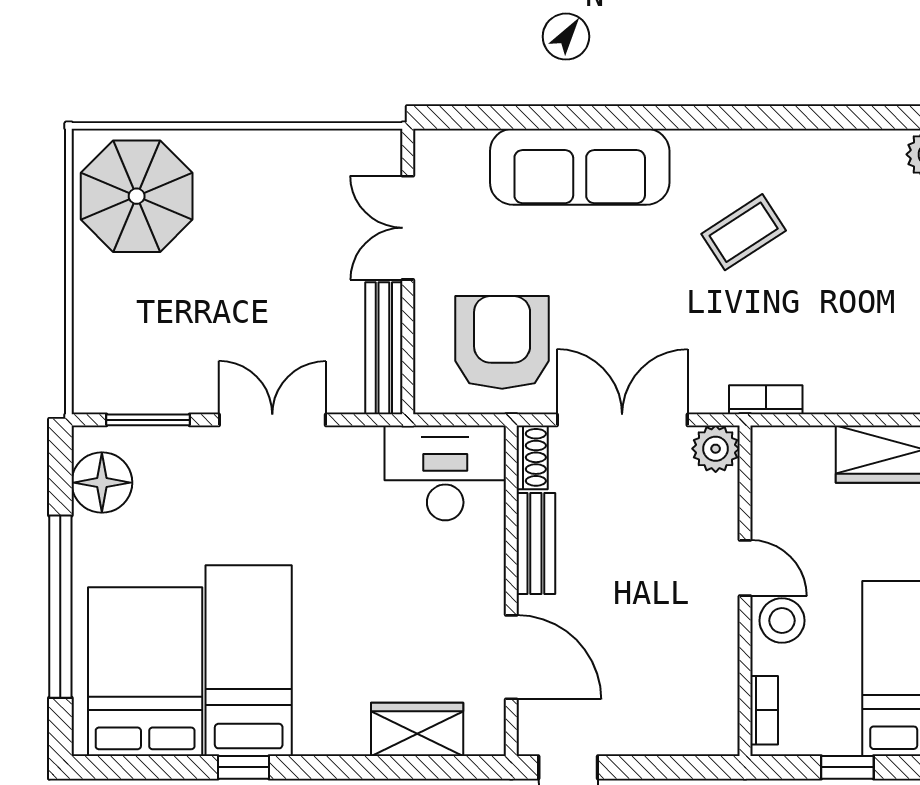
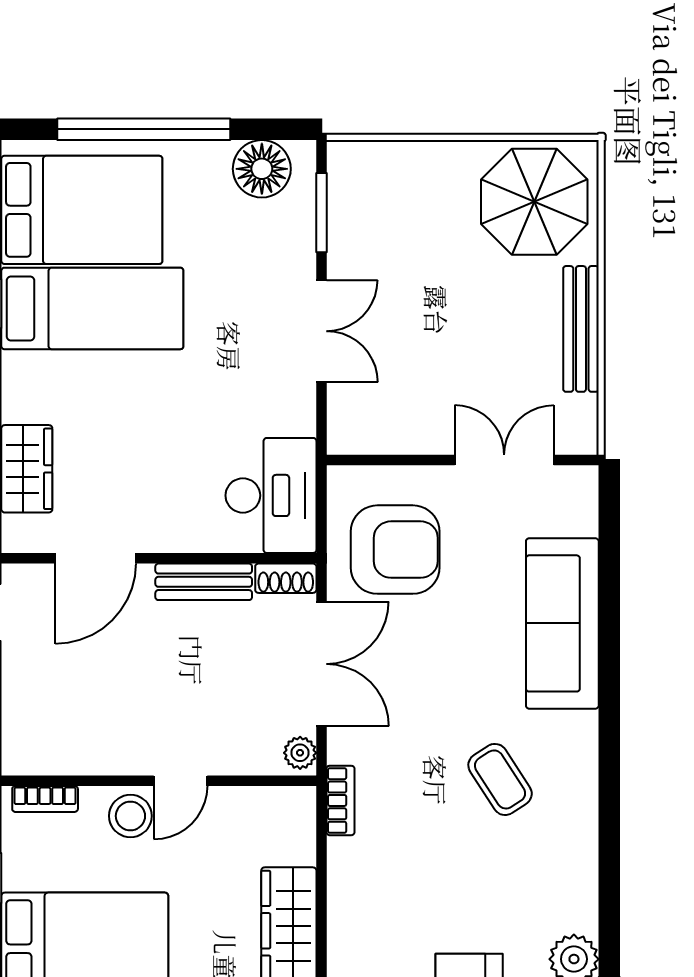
bench: (384, 348) -> (581, 329), moved, turned 90
plant: (716, 449) -> (300, 753), width x0.73, depth x0.73

